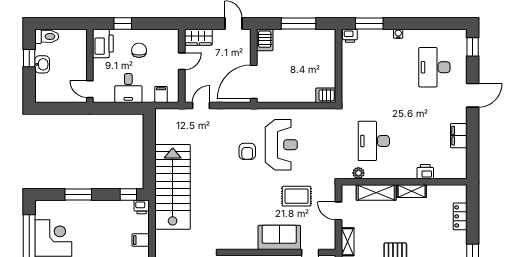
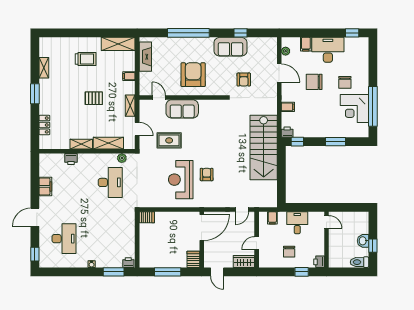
printer: (103, 44) -> (319, 262), width x0.53, depth x0.68

